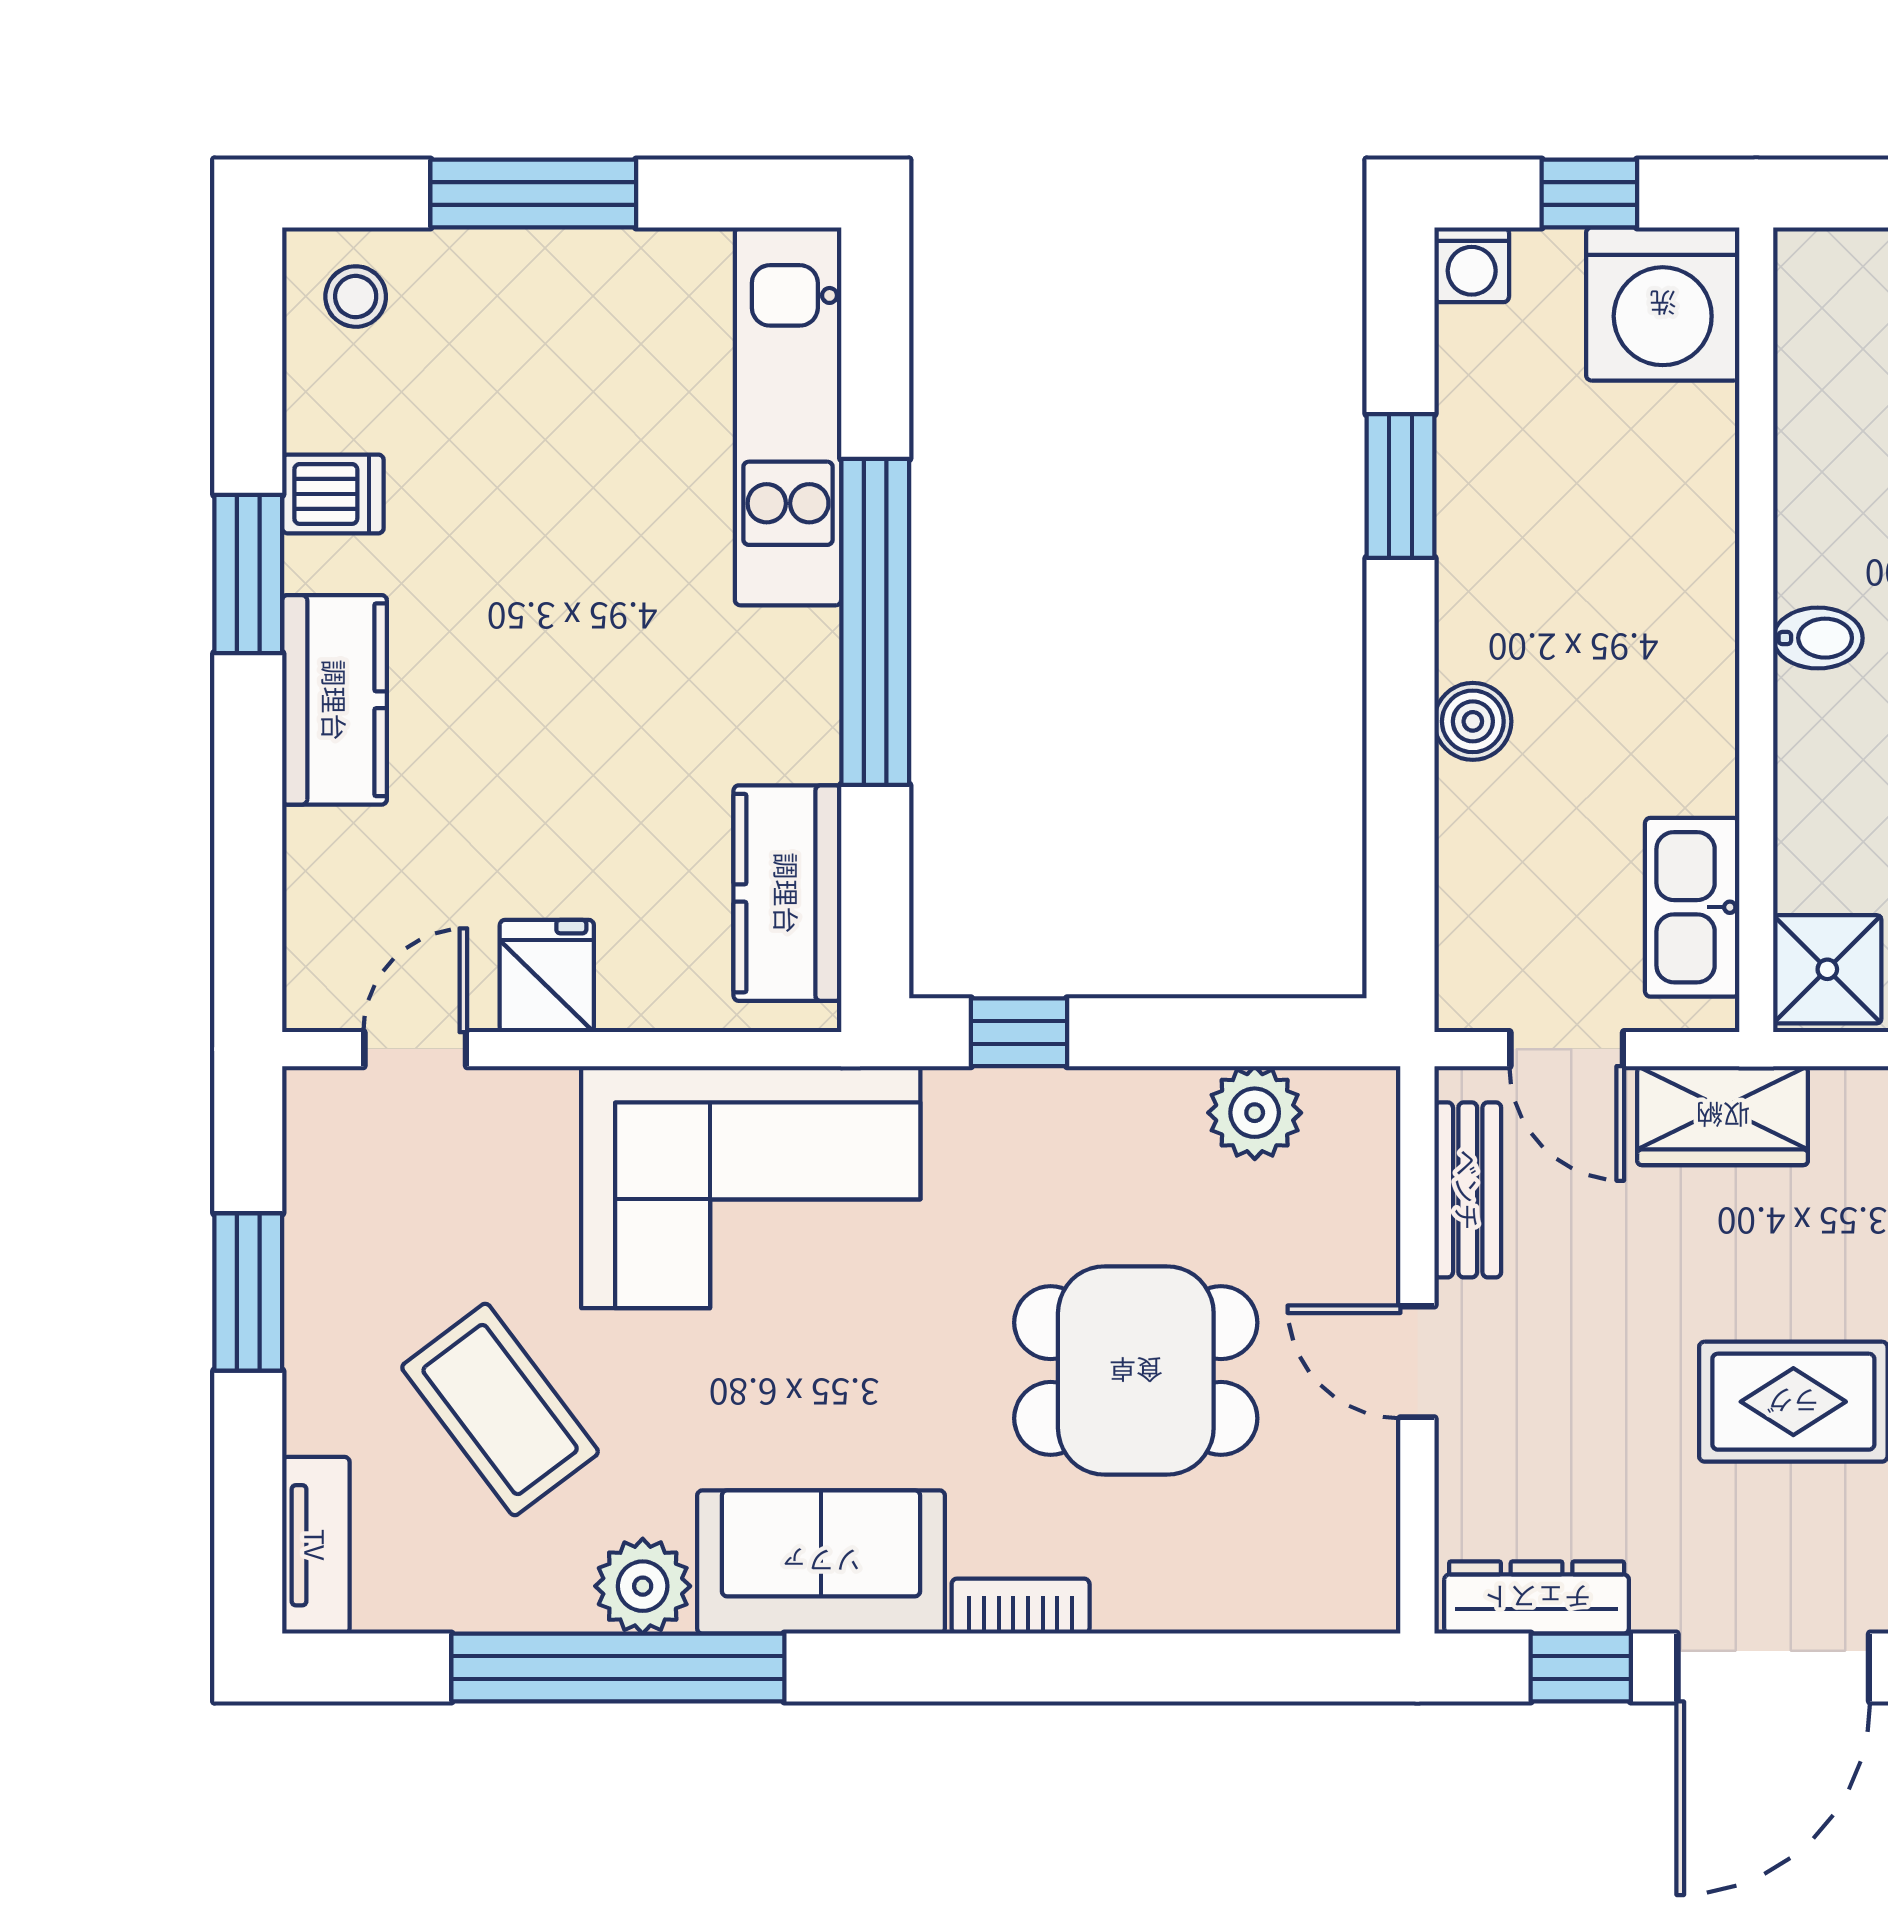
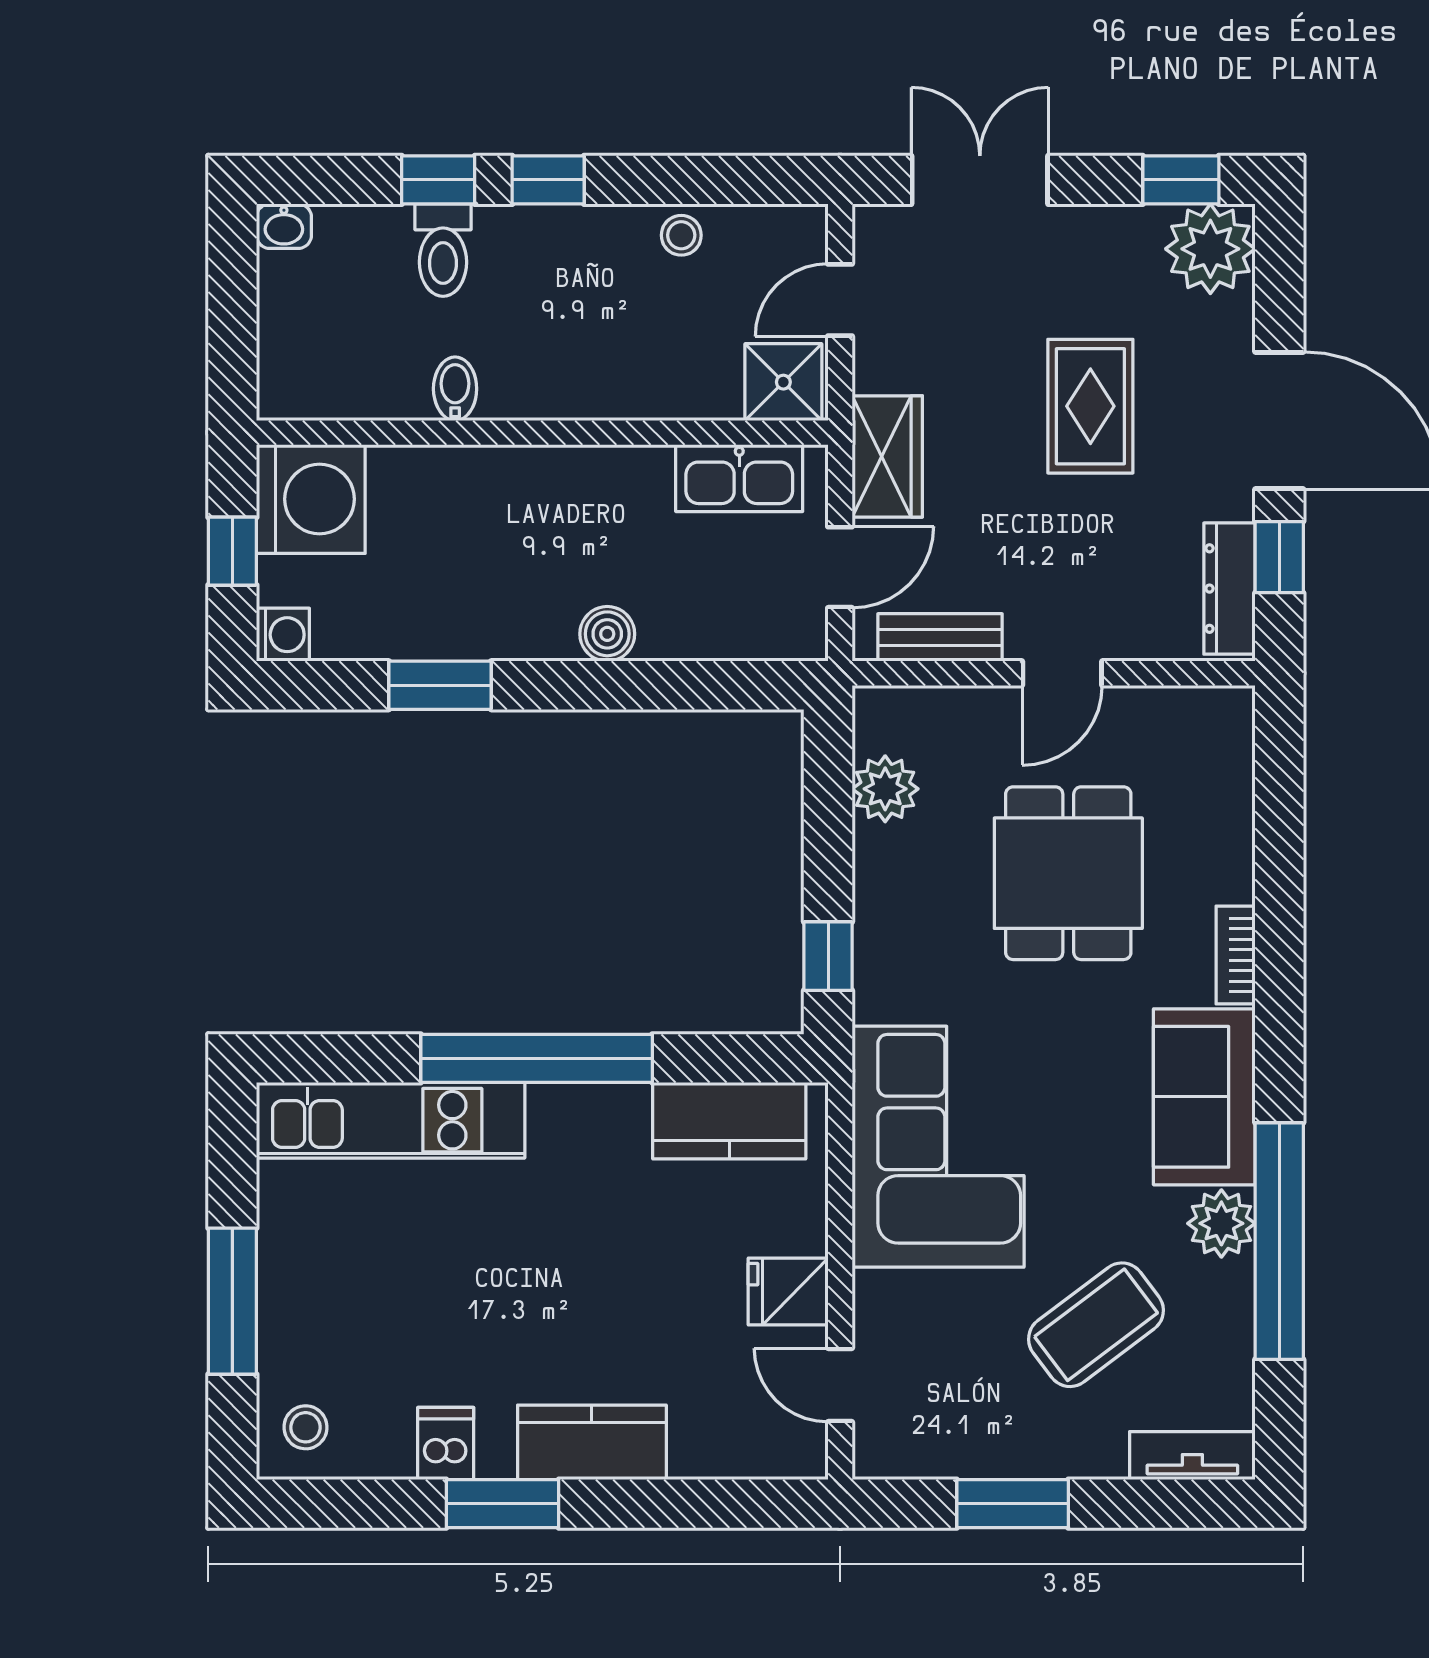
bidet: (1818, 638) -> (455, 389), moved

